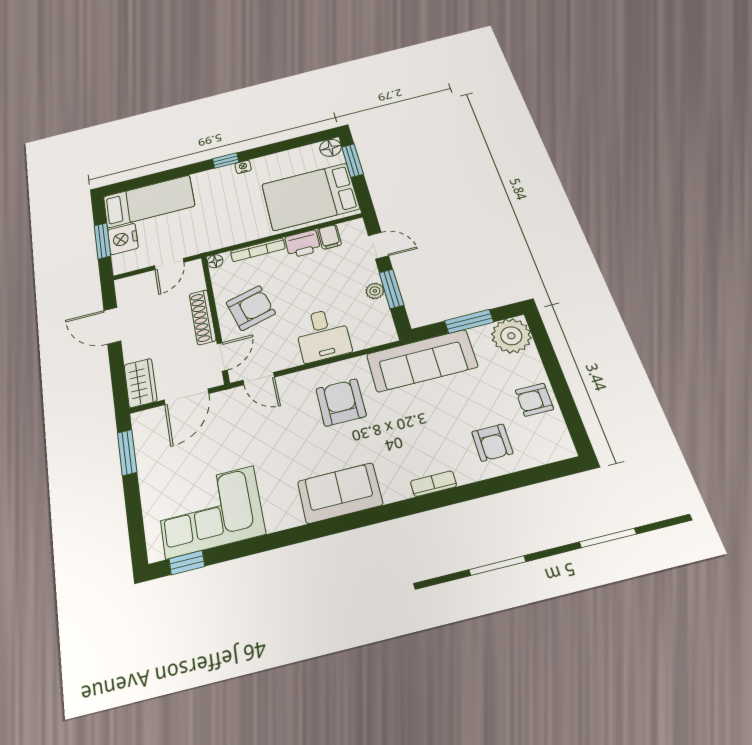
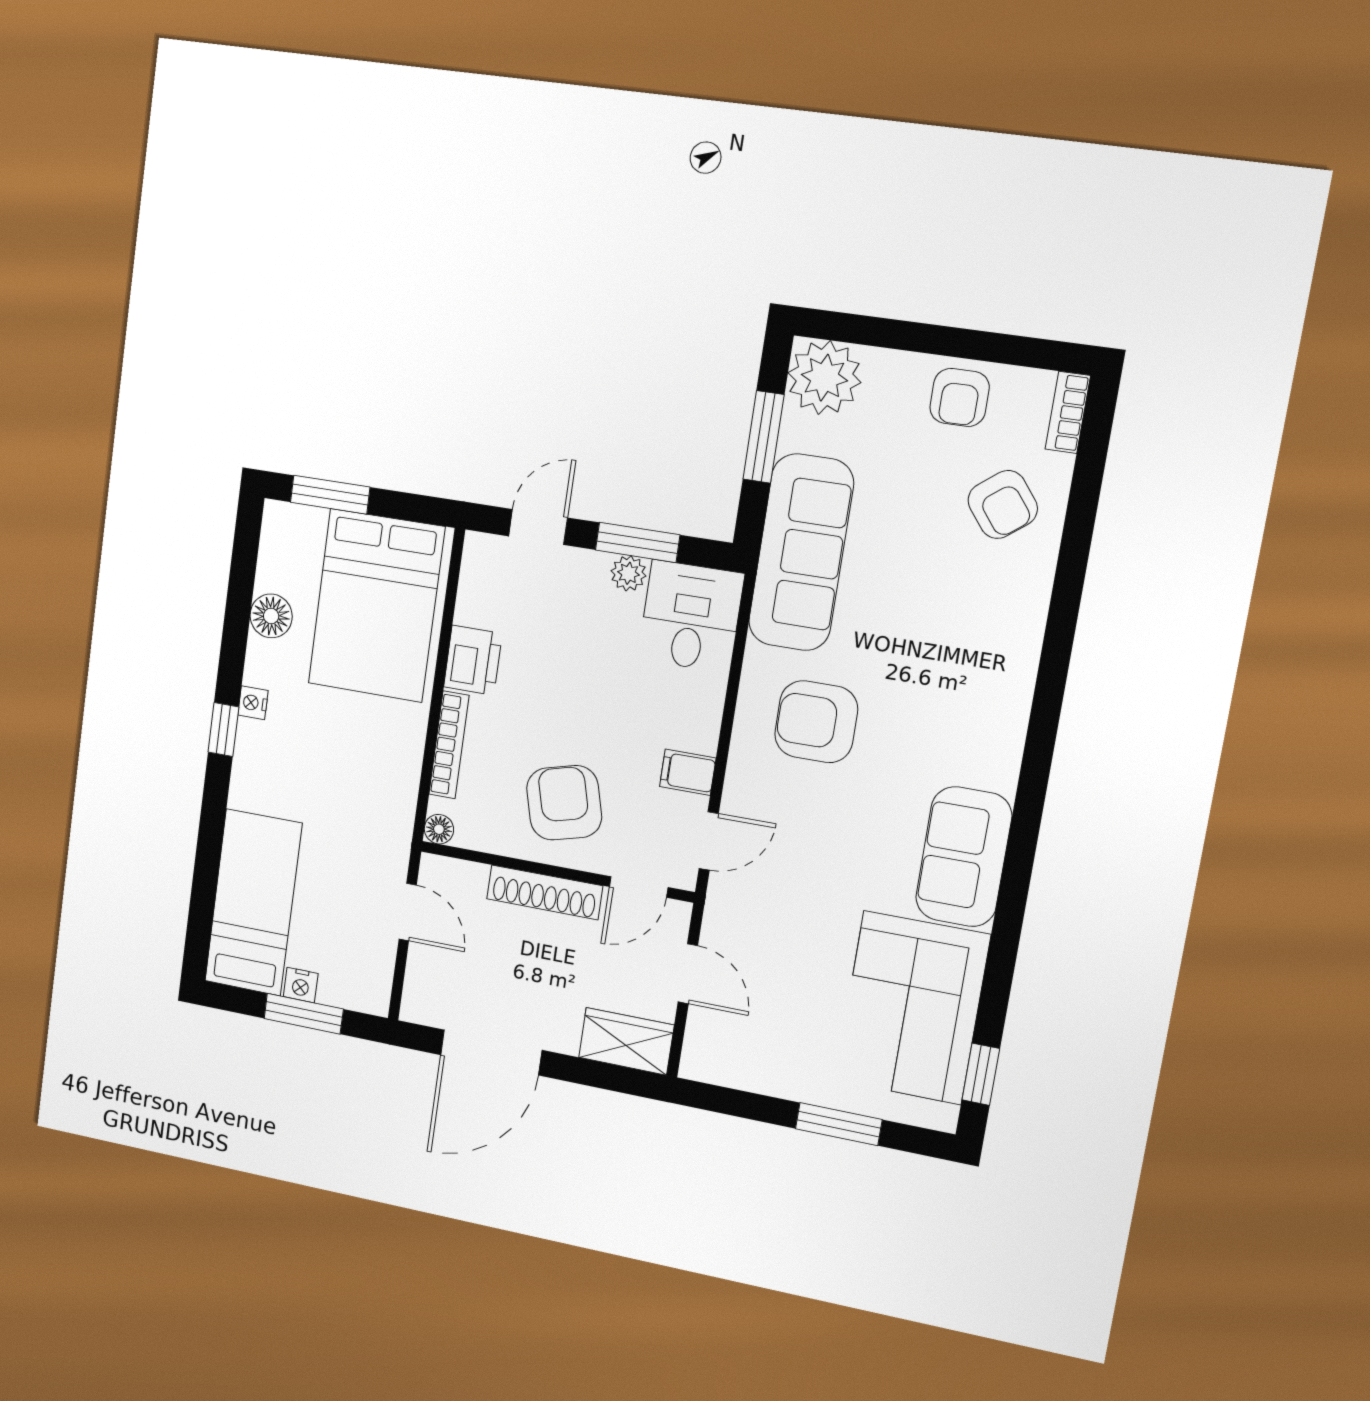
floor lamp: (331, 148) -> (271, 616), moved
filing cabinet: (329, 237) -> (688, 772), moved, turned 180
nightstand: (123, 239) -> (301, 985), width x0.53, depth x0.56
door: (112, 326) -> (491, 1052), width x1.36
desk: (323, 335) -> (691, 616), moved, turned -90
door: (222, 357) -> (639, 887), swing flipped
door: (186, 397) -> (688, 974), width x0.73
armchair: (492, 443) -> (1003, 504), turned 52
window: (127, 452) -> (839, 1124), moved
bookcase: (433, 484) -> (1068, 412), moved
sofa: (340, 493) -> (964, 857), moved

